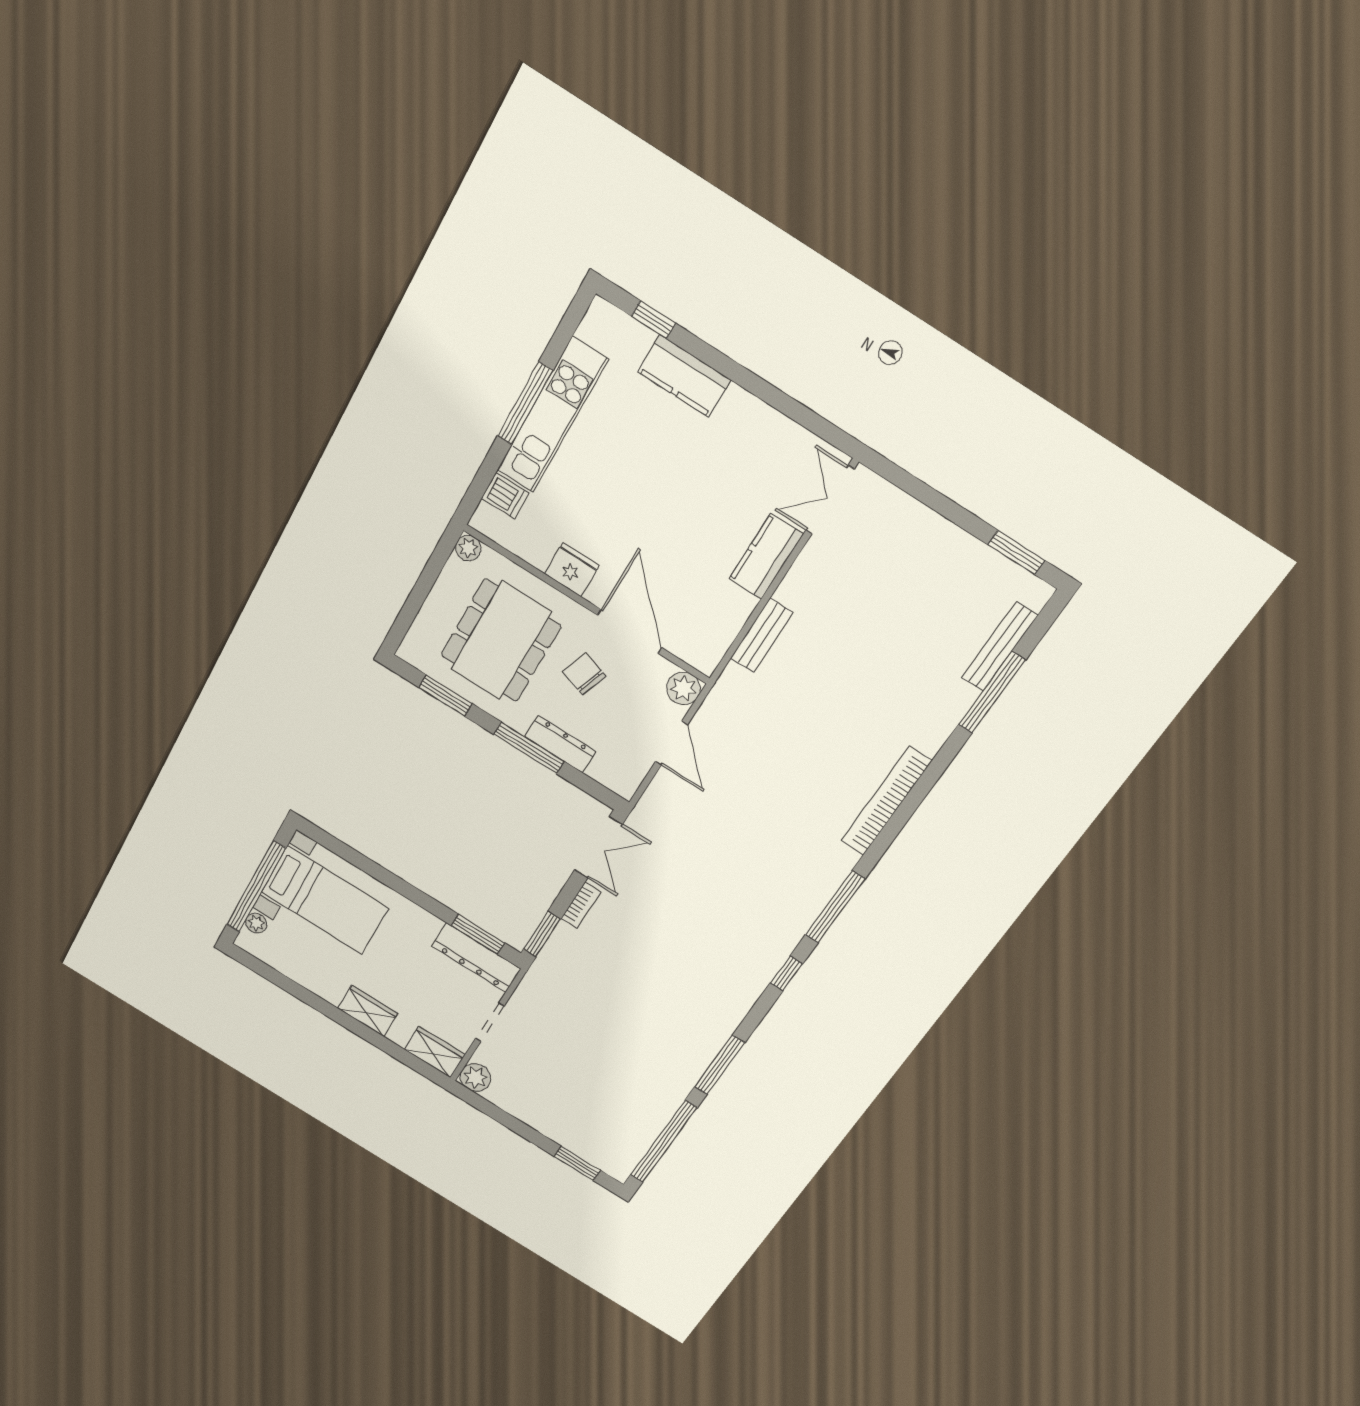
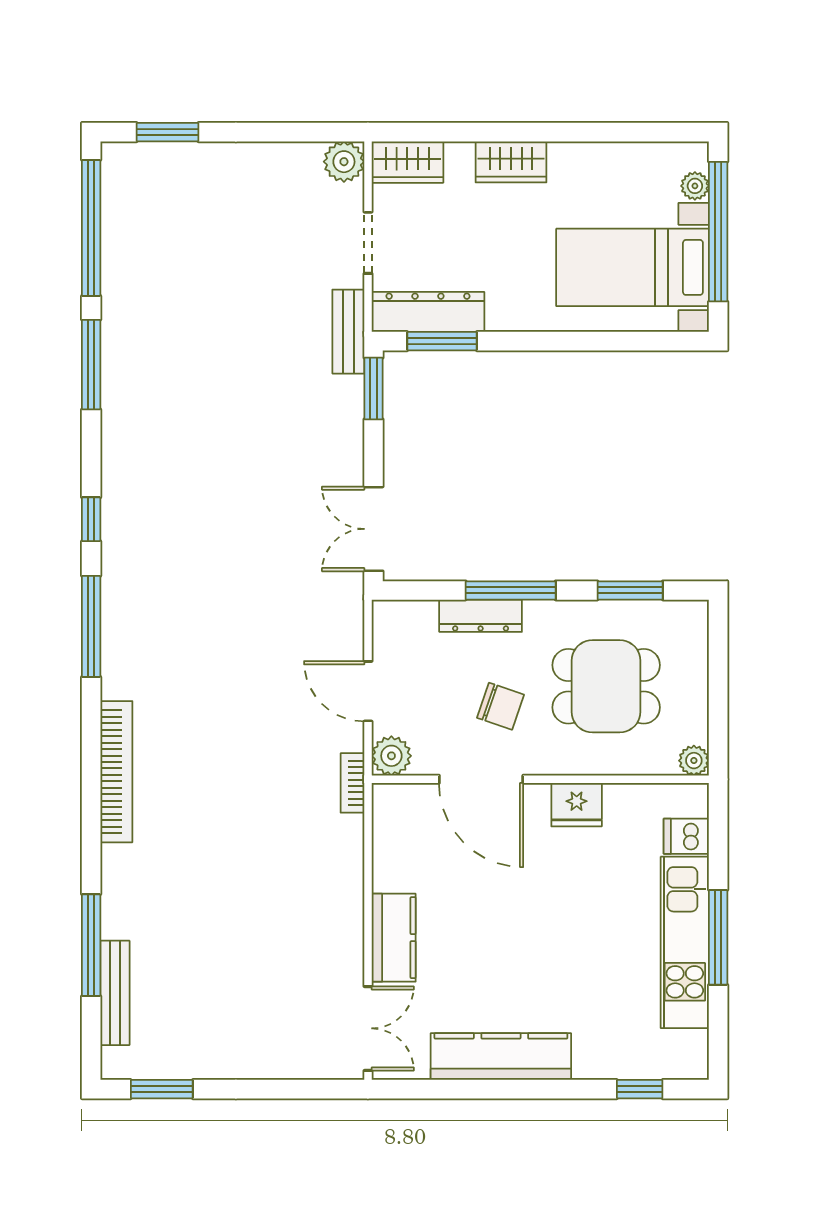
kitchen counter: (684, 376) -> (501, 1057), moved, width x1.50
bench: (762, 635) -> (348, 332), moved
dining table: (501, 641) -> (606, 686), width x0.73
bookcase: (581, 905) -> (352, 783), moved

